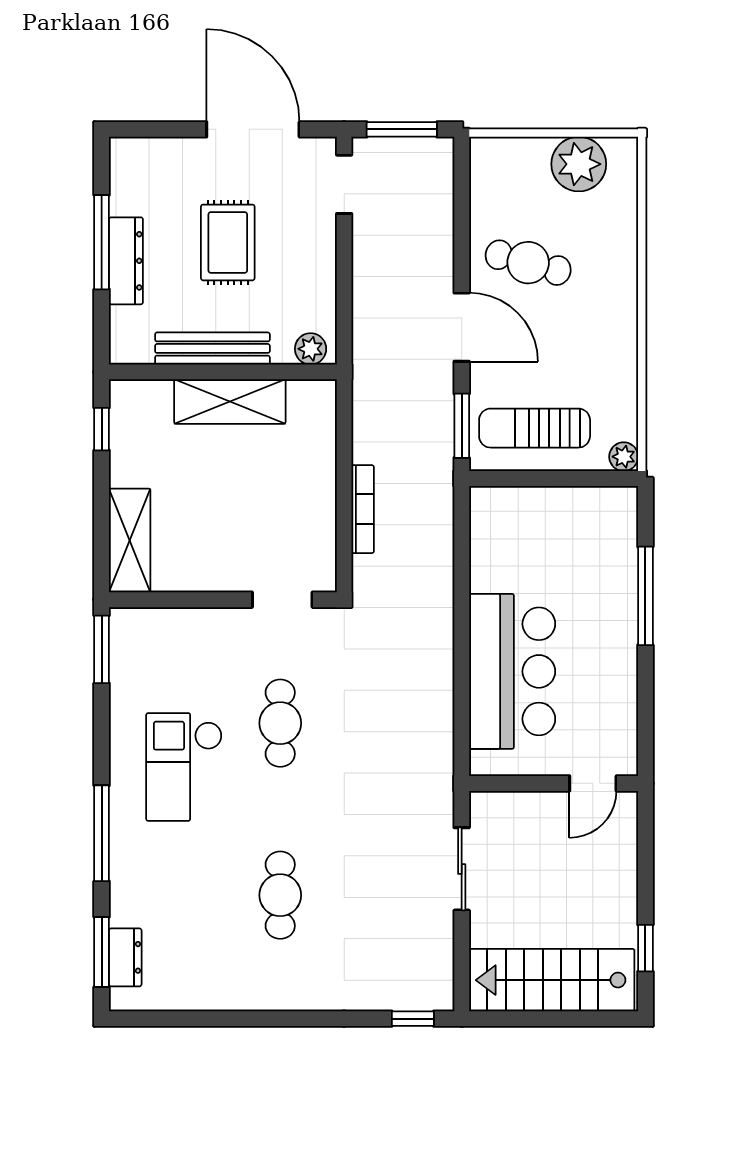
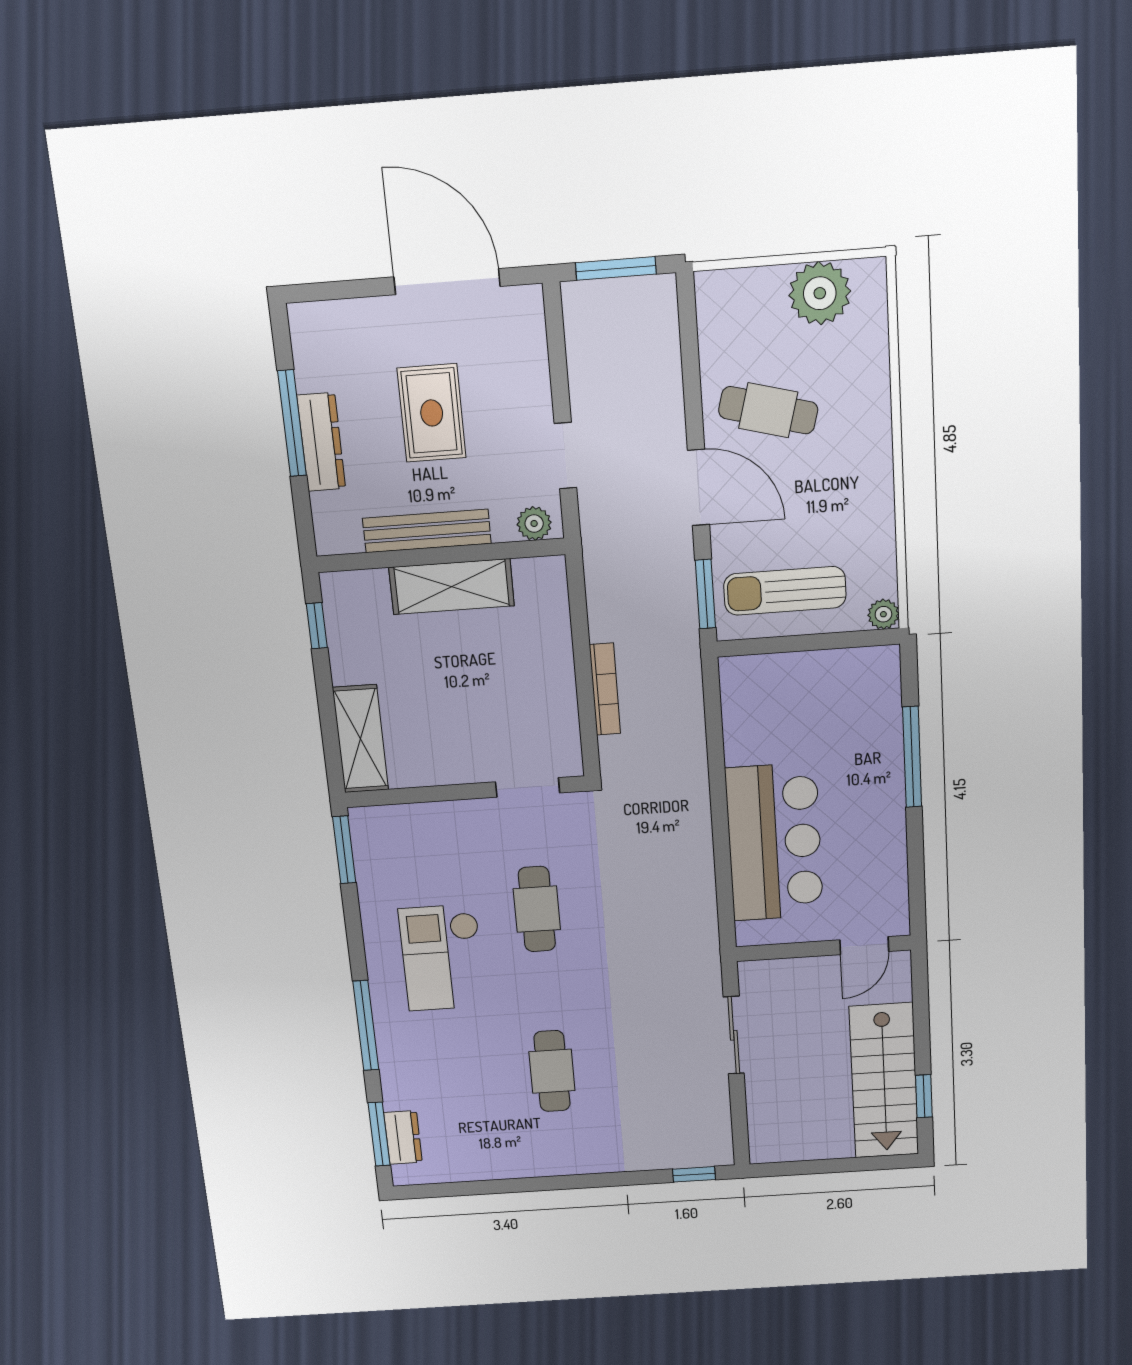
doorway: (344, 184) -> (565, 456), moved
stairs: (552, 980) -> (884, 1081), moved, turned -90

